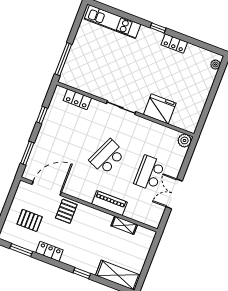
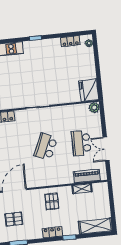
locker: (174, 43) -> (70, 41), moved
fridge: (160, 109) -> (89, 90), moved, turned -90
piano: (109, 203) -> (87, 176), moved
pallet: (66, 211) -> (52, 201), moved
locker: (49, 251) -> (52, 232), moved

